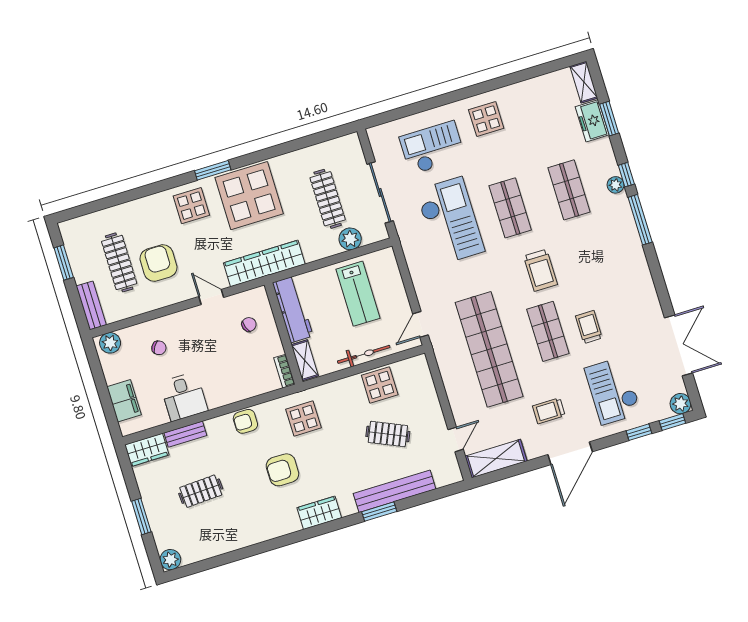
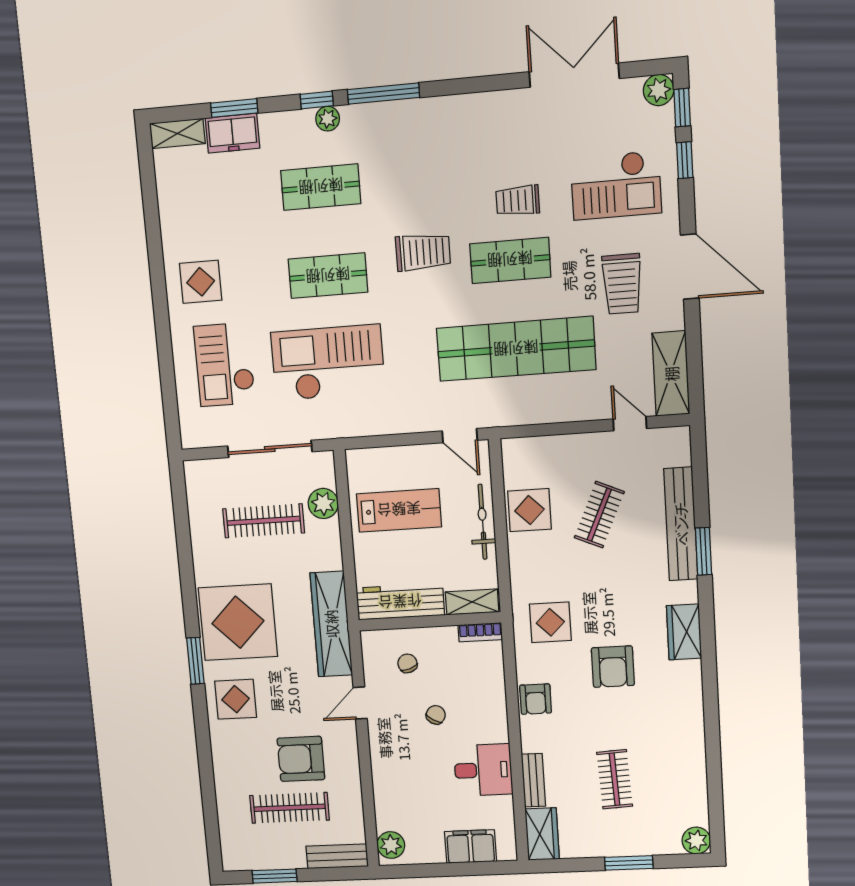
chair: (159, 348) -> (436, 715), moved
trolley: (549, 411) -> (622, 284), width x1.36, depth x1.39

